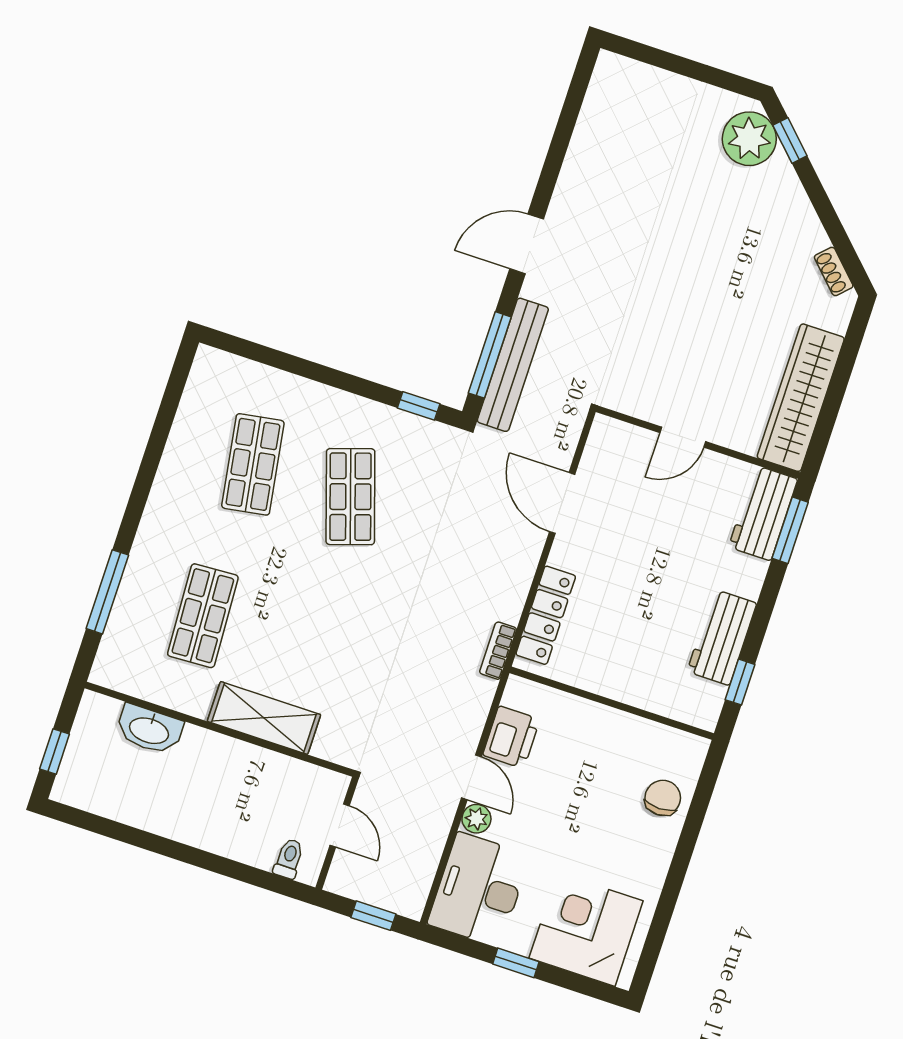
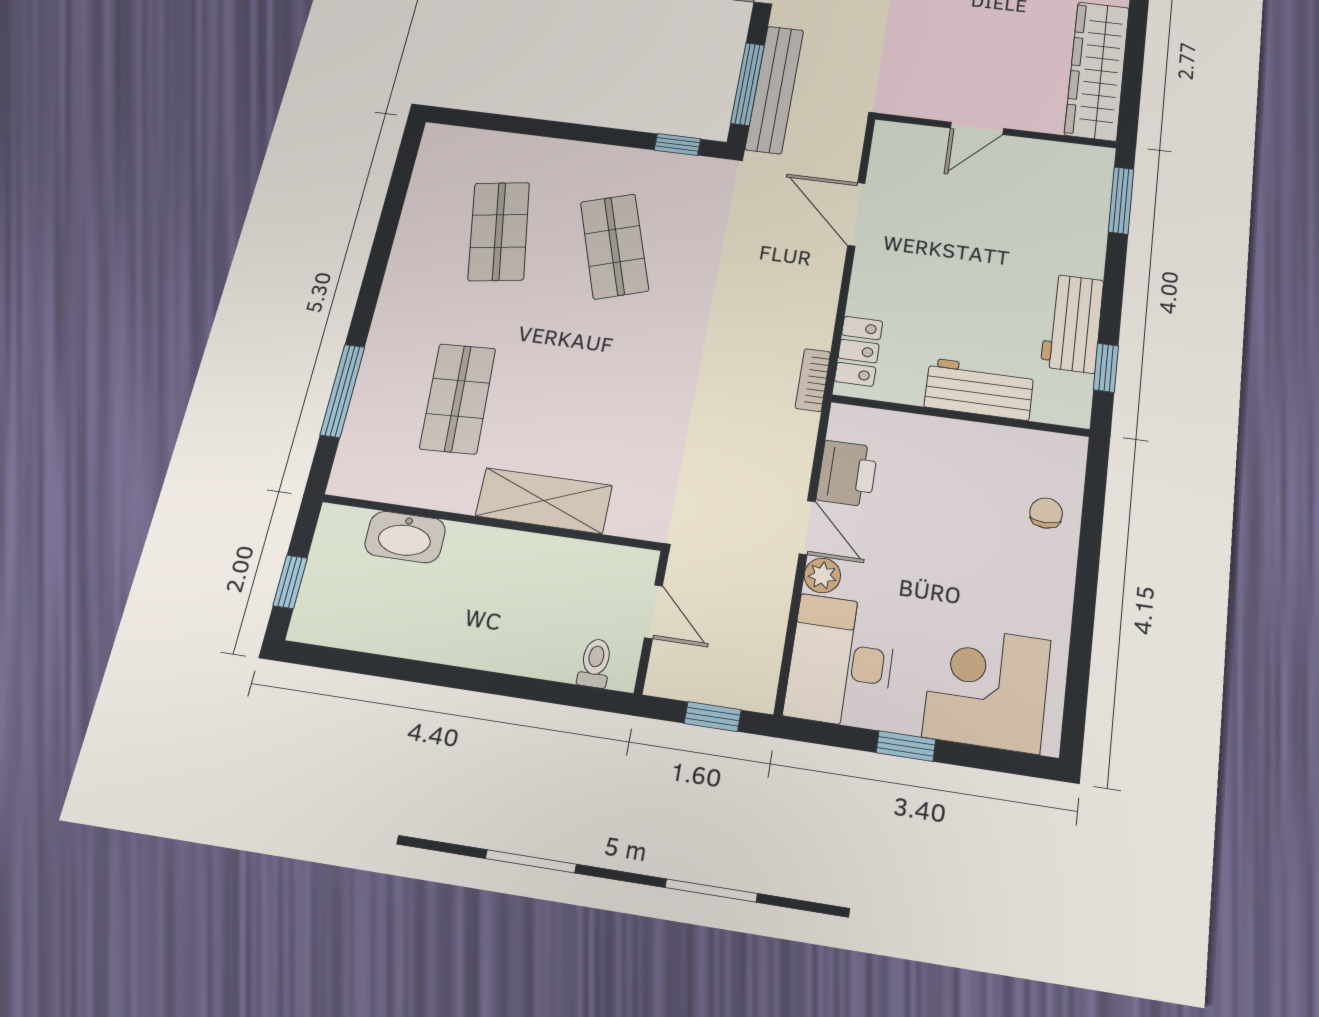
workbench: (763, 513) -> (979, 389), moved, turned 90
locker: (546, 615) -> (859, 351), width x0.66
chair: (663, 798) -> (1046, 513), width x0.73, depth x0.73

